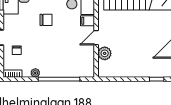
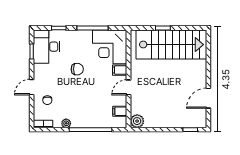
plant: (105, 53) -> (137, 121), moved
filing cabinet: (88, 61) -> (120, 111), added

